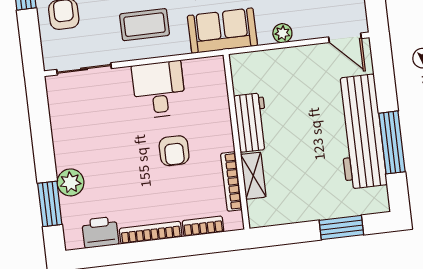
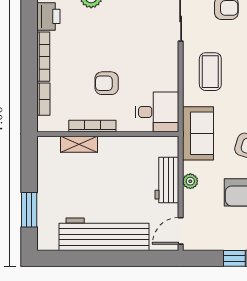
desk: (159, 90) -> (157, 112), moved
workbench: (251, 123) -> (167, 180), moved, turned 90
window: (392, 142) -> (92, 258), removed
bookcase: (231, 182) -> (92, 126), moved

